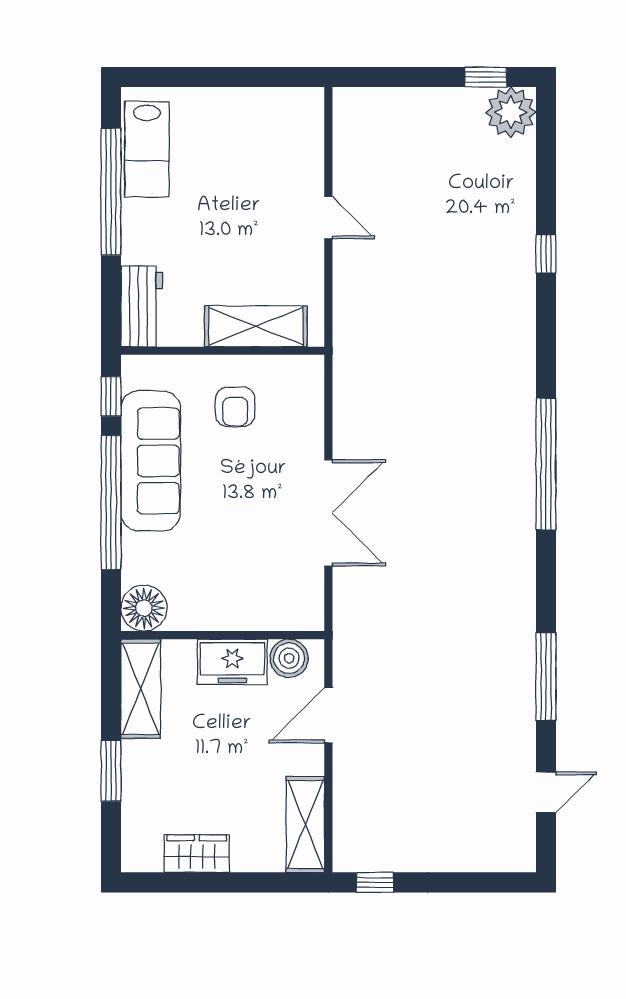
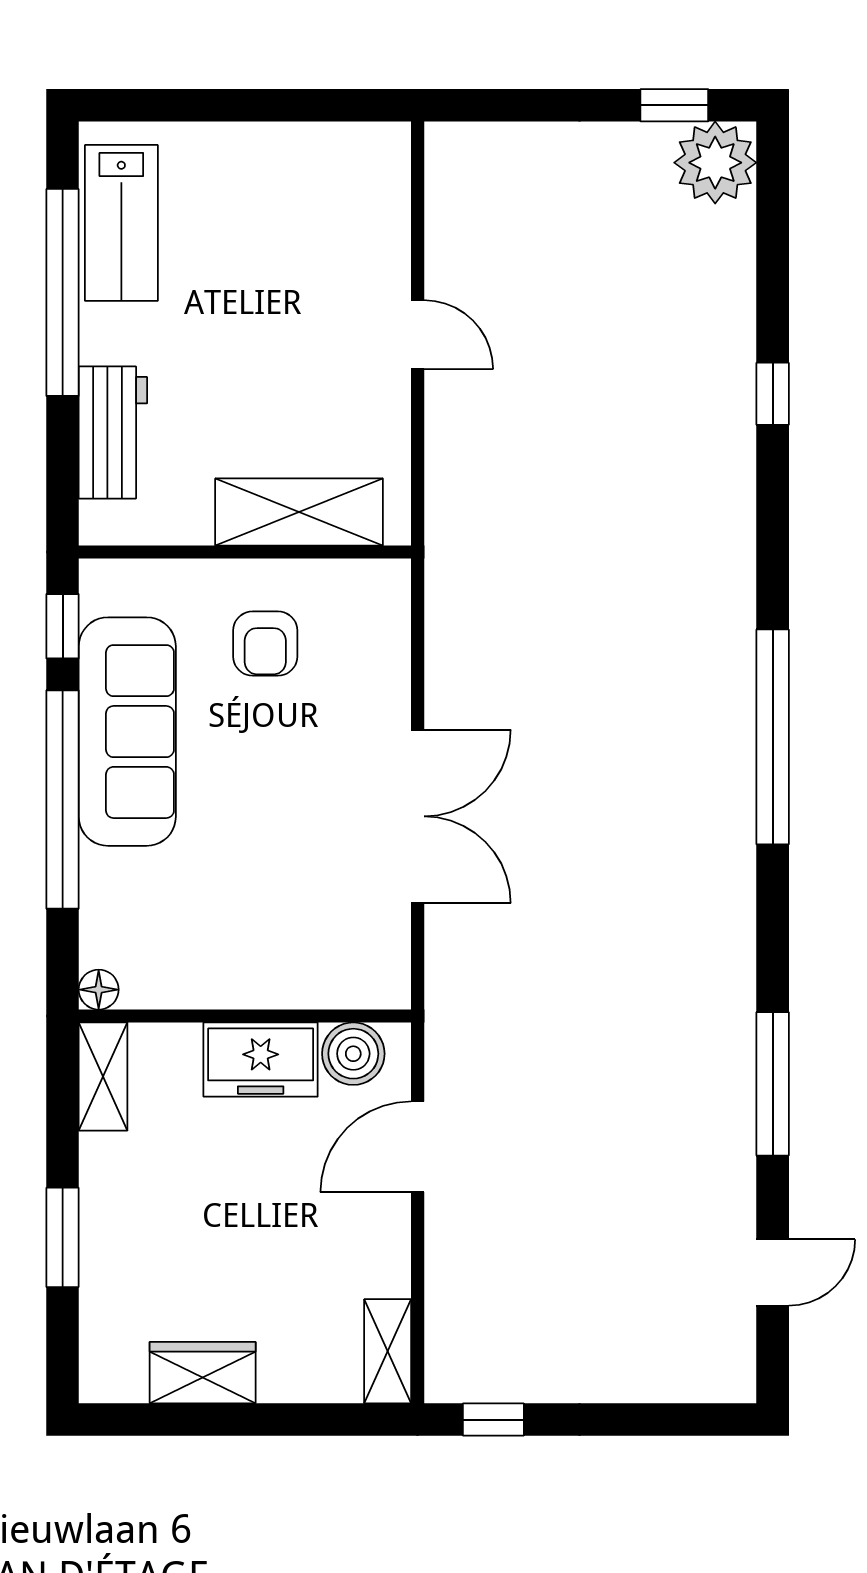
workbench: (142, 306) -> (113, 432), moved
floor lamp: (144, 608) -> (99, 990), width x0.53, depth x0.53
shelving: (141, 689) -> (103, 1076), width x0.67, depth x0.75
shelving: (305, 825) -> (388, 1351), width x0.67, depth x0.75

